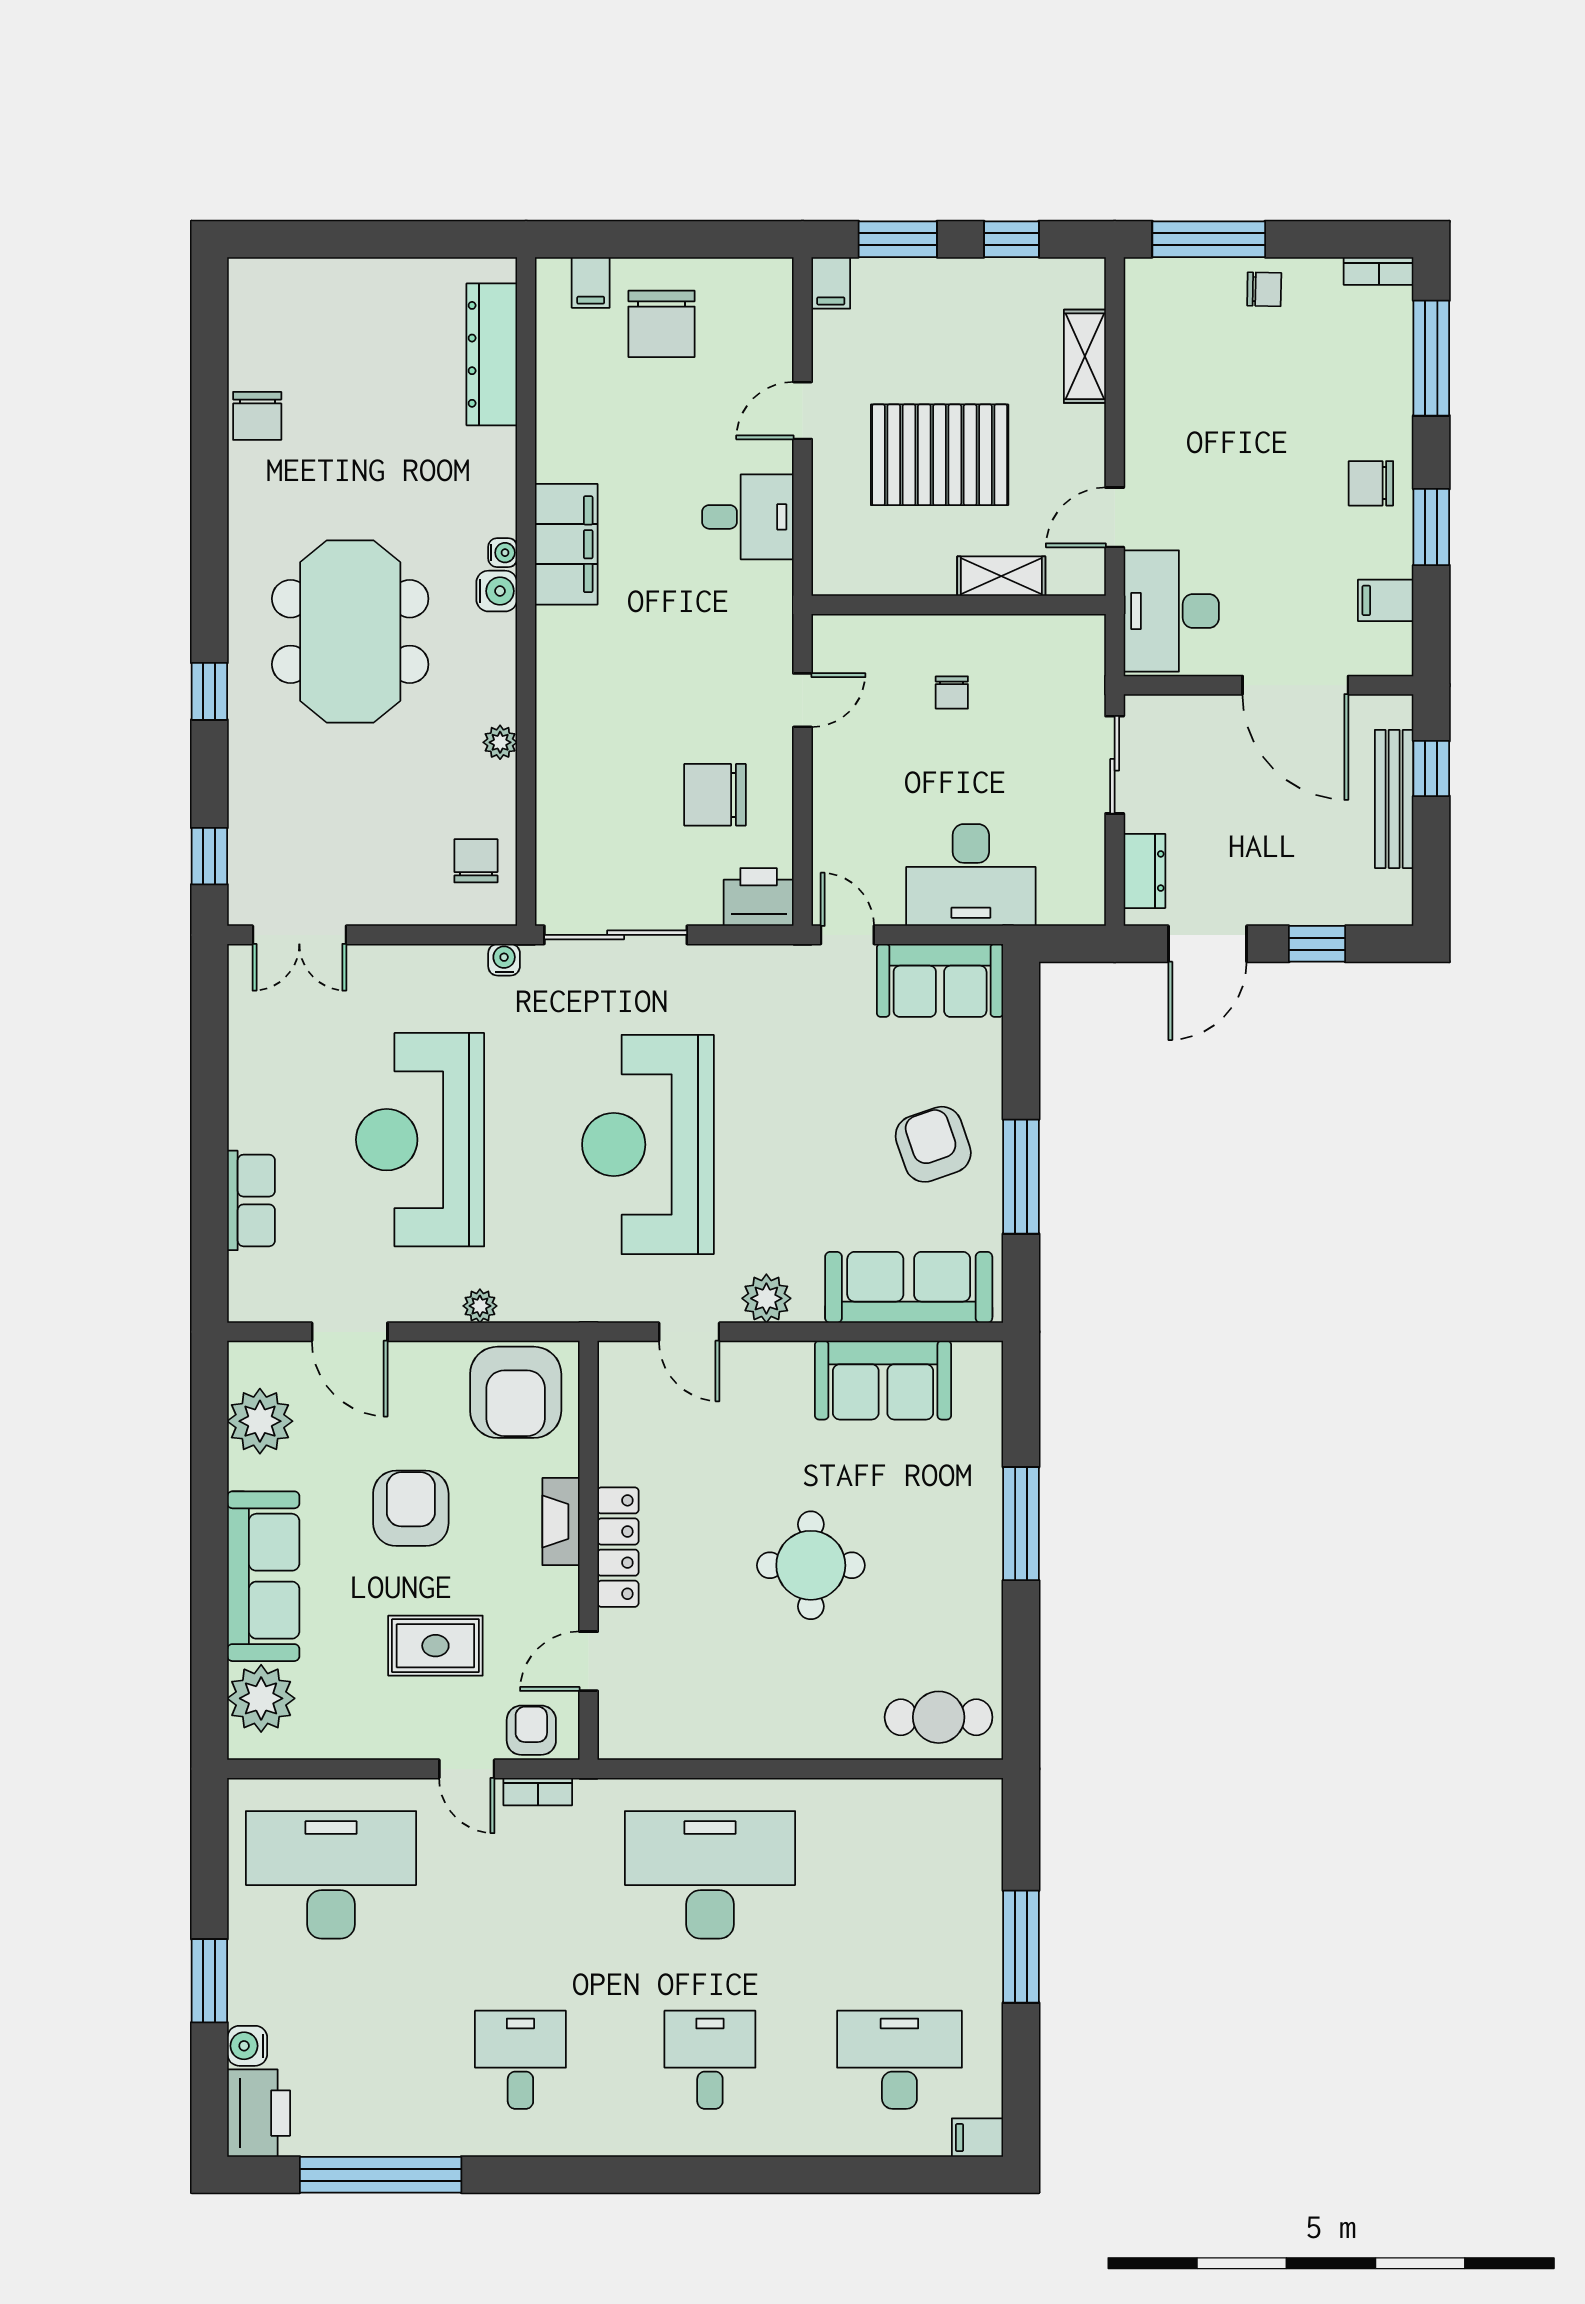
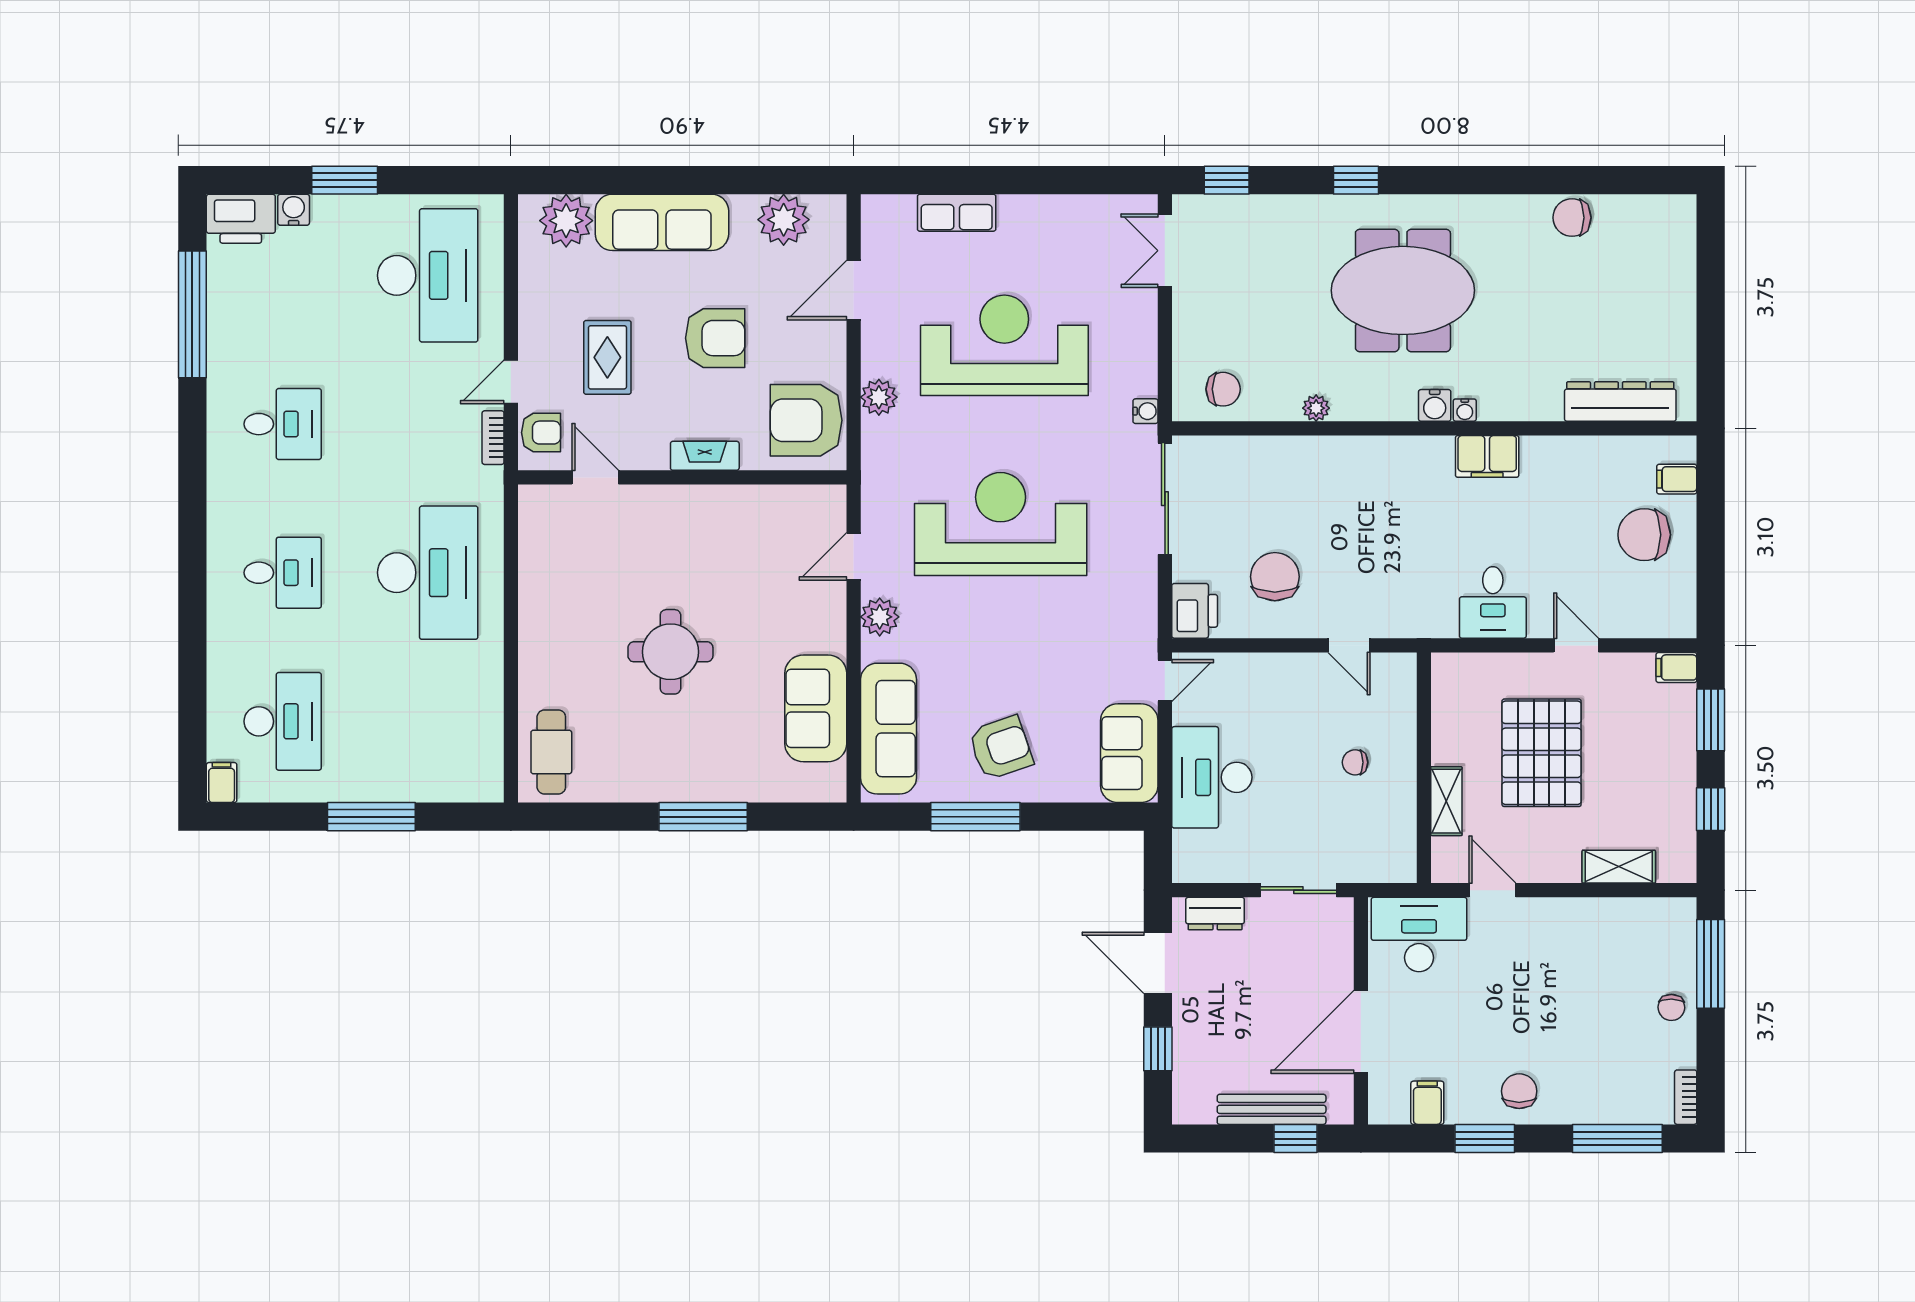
filing cabinet: (566, 544) -> (1487, 456), width x0.67, depth x0.86
plant: (480, 1306) -> (879, 397), width x1.38, depth x1.38
locker: (618, 1547) -> (685, 501), removed

